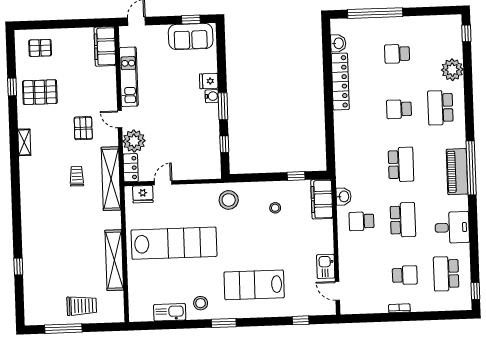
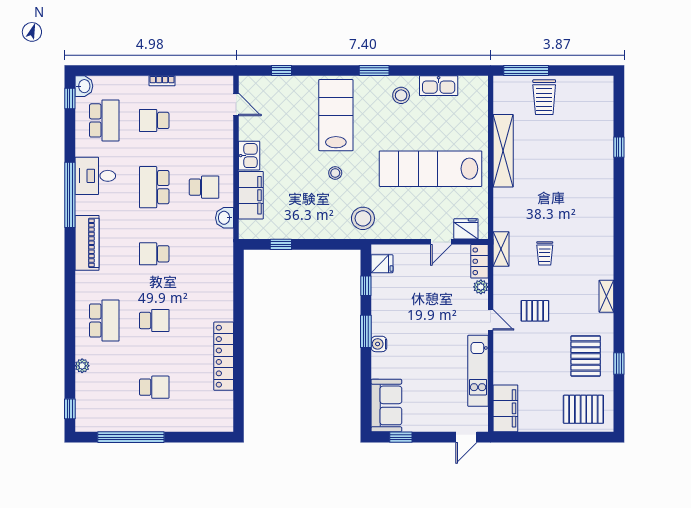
window: (375, 13) -> (131, 437), moved
sofa: (191, 36) -> (386, 405), moved, turned 90
washbasin: (338, 43) -> (84, 86), moved, turned 180
pallet: (40, 48) -> (583, 409), width x1.50, depth x1.42
plant: (452, 70) -> (82, 366), width x0.53, depth x0.53
fridge: (209, 81) -> (382, 264), moved
pallet: (40, 92) -> (586, 356), turned 90
pallet: (83, 128) -> (535, 311), turned 90
plant: (134, 141) -> (481, 287), width x0.53, depth x0.53
school desk: (401, 164) -> (154, 254), width x0.54
window: (471, 168) -> (70, 195), moved
shelving: (111, 179) -> (501, 249), width x0.45, depth x0.75
filing cabinet: (322, 199) -> (251, 195), moved
stool: (275, 208) -> (335, 173), moved
kitchen sink: (326, 266) -> (249, 156), moved
lab bench: (254, 285) -> (336, 115), turned -90
trolley: (82, 306) -> (544, 97), turned -90
window: (63, 329) -> (526, 71), moved

